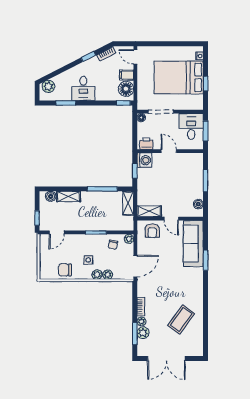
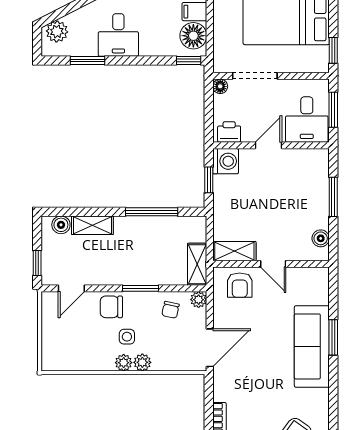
window: (206, 83) -> (333, 50), moved
desk: (191, 126) -> (307, 119), moved, turned 180
door: (169, 151) -> (268, 145), hinge flipped
shelving: (128, 203) -> (197, 264), moved
sofa: (193, 244) -> (312, 346), moved
chair: (65, 270) -> (111, 307), moved
plant: (108, 275) -> (124, 363), moved

